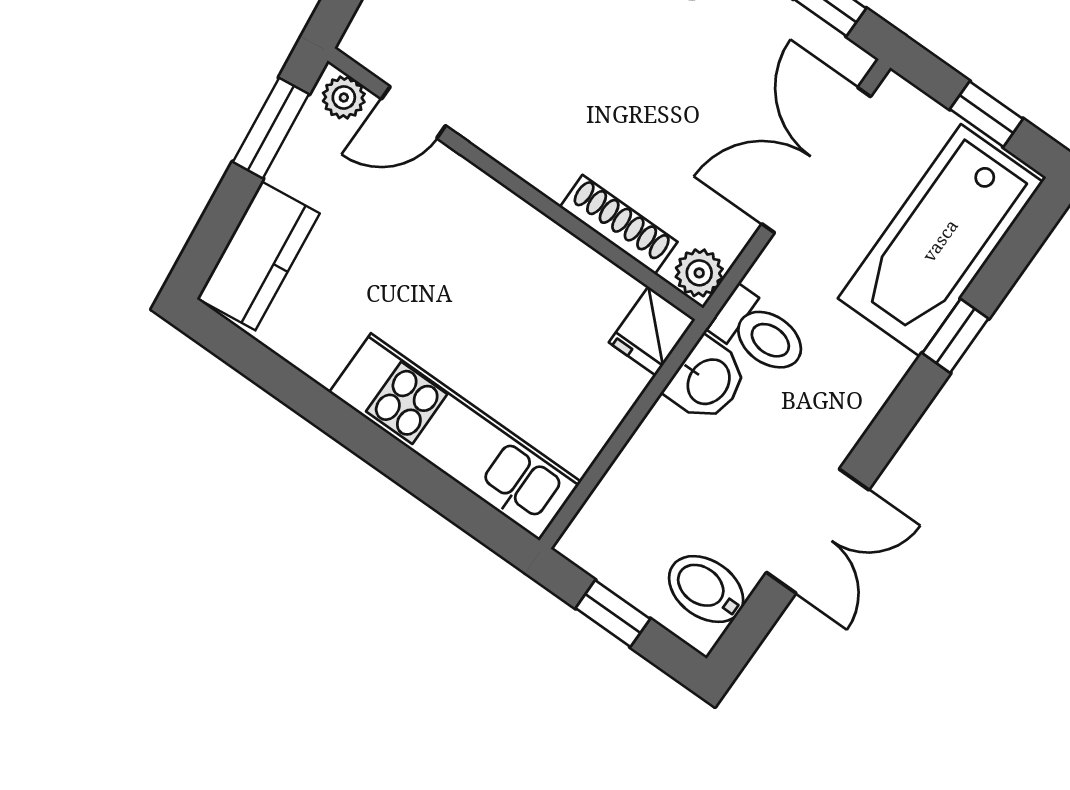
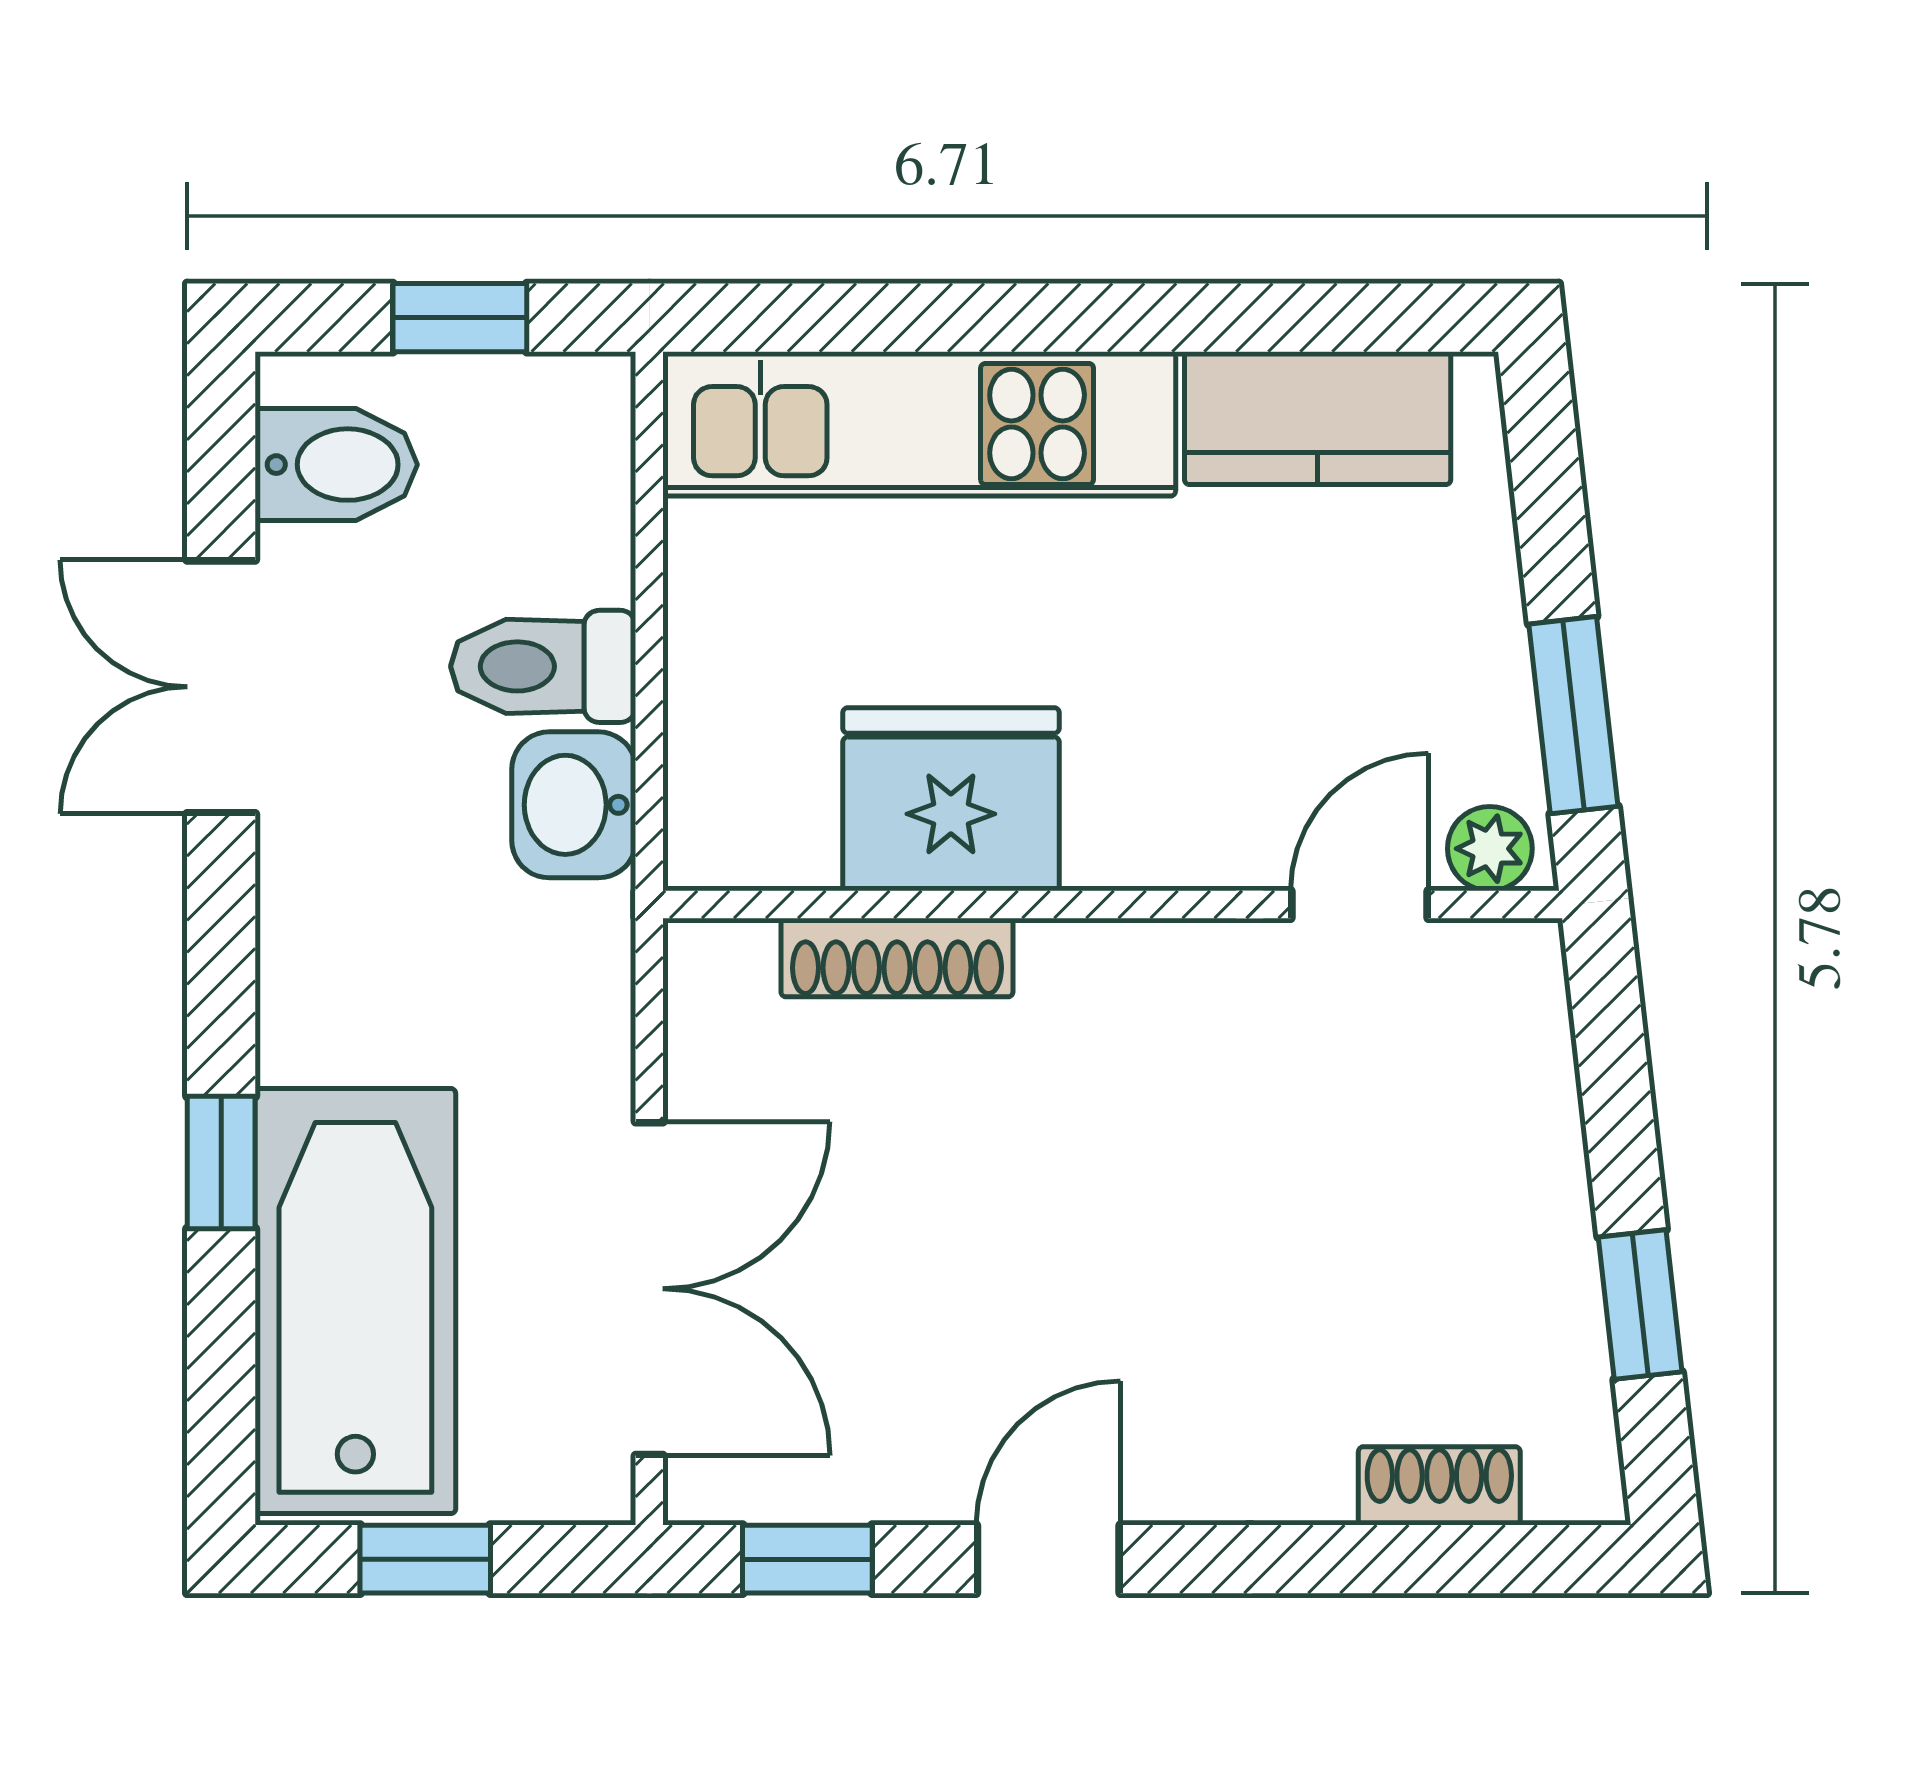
kitchen counter: (258, 256) -> (1318, 418), moved, turned -84
plant: (699, 273) -> (710, 971), removed
fridge: (652, 331) -> (951, 799), moved, width x1.88, depth x1.34
toilet: (760, 333) -> (543, 666), moved

